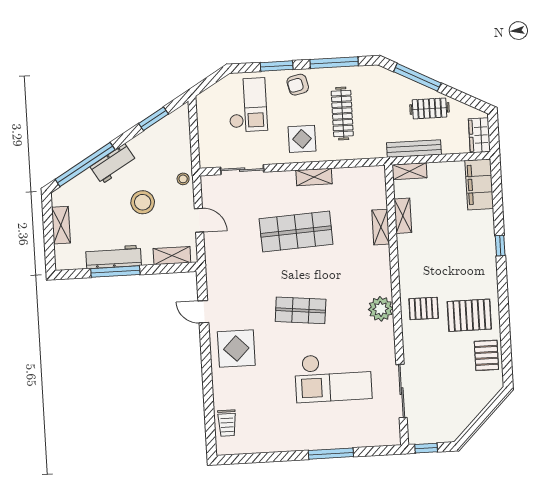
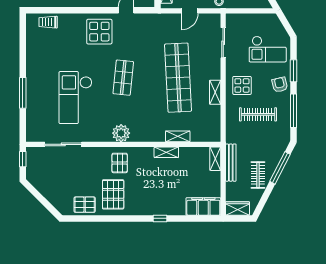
shelving: (403, 216) -> (166, 152), moved
shop shelf: (296, 232) -> (178, 78), width x1.40

